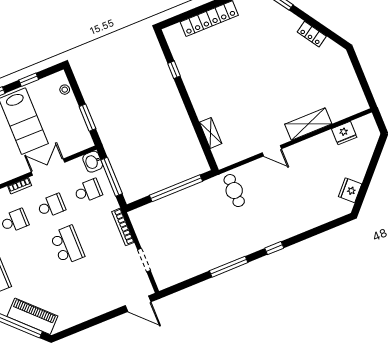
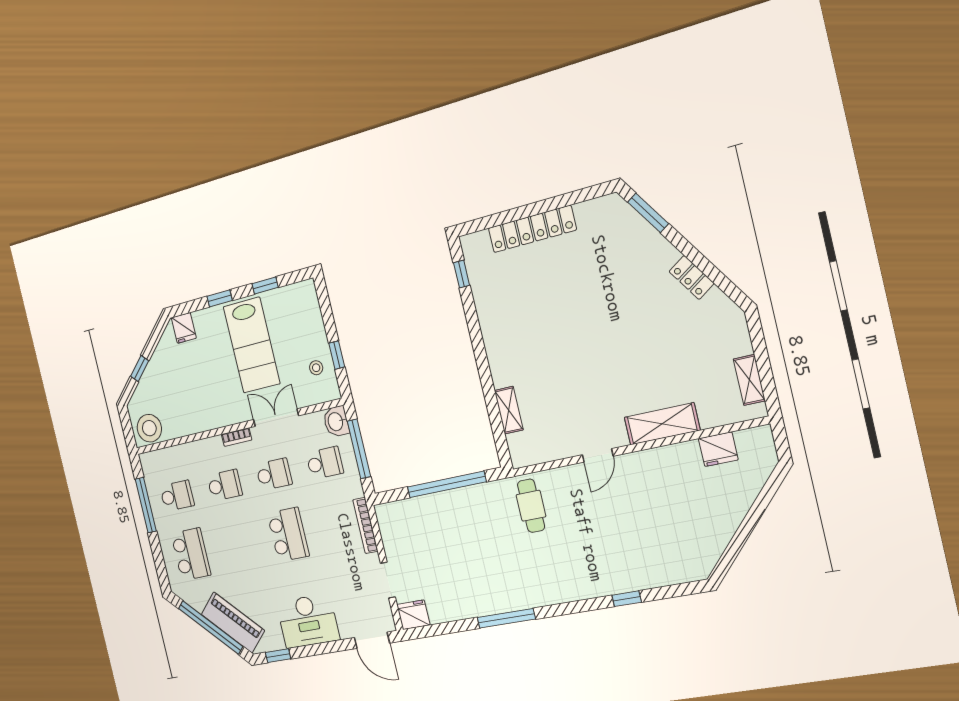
window: (174, 70) -> (462, 274), moved
shelving: (355, 89) -> (749, 380), added
stool: (65, 90) -> (316, 368), moved
window: (87, 118) -> (337, 355), width x0.67
door: (272, 151) -> (598, 455), hinge flipped
fridge: (350, 190) -> (413, 615), moved, turned 47
window: (274, 248) -> (627, 599), moved
desk: (90, 302) -> (308, 621), added
window: (70, 331) -> (278, 656), added

